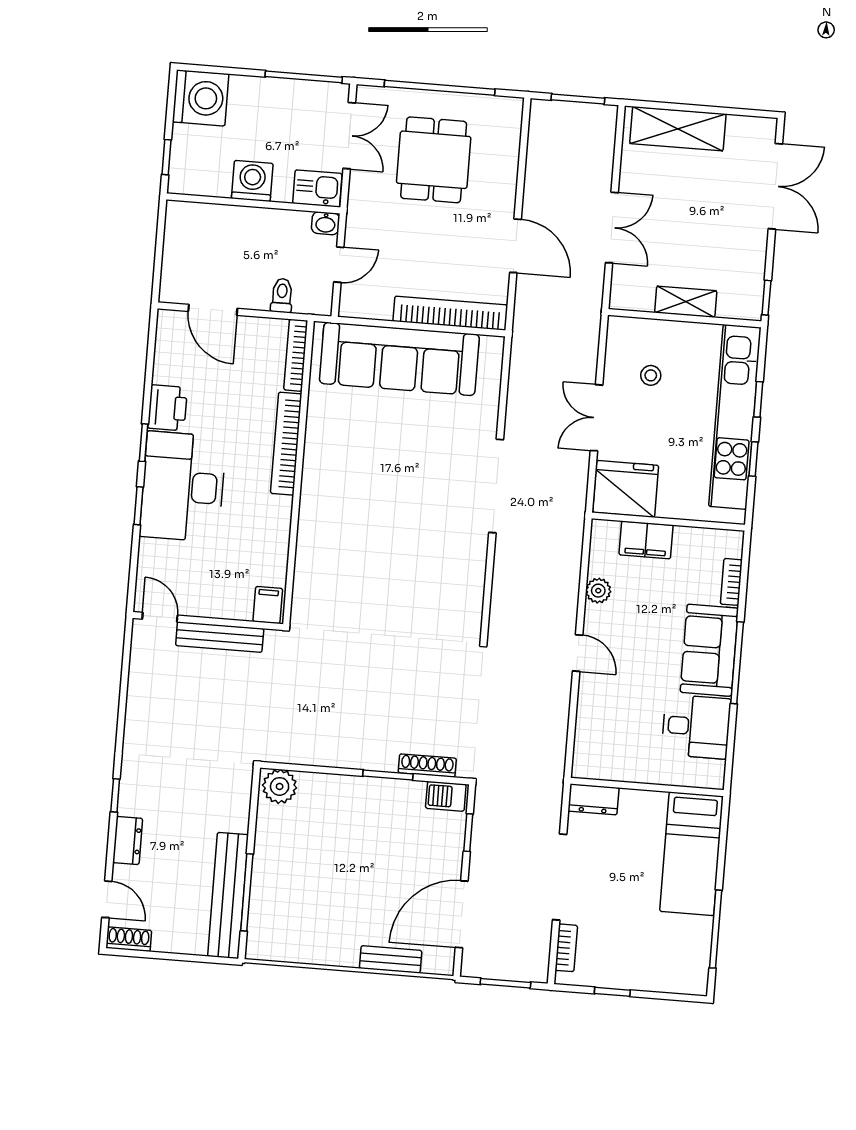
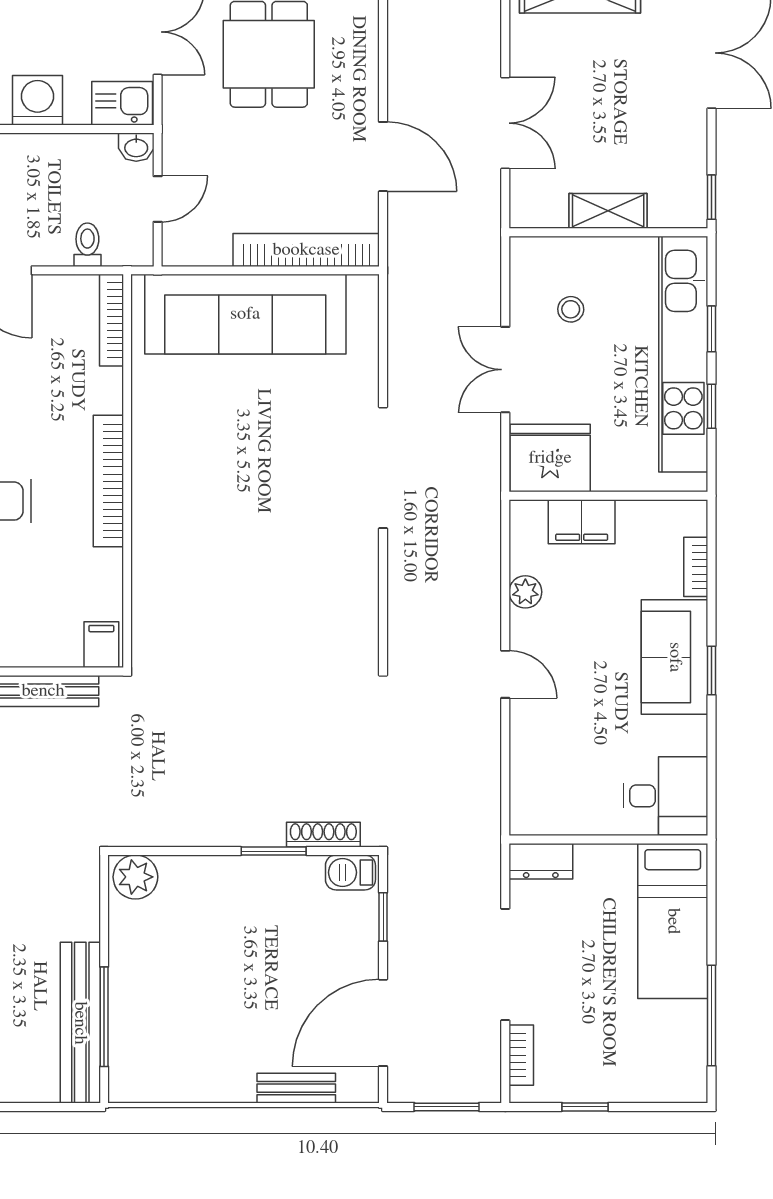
bookcase: (286, 444) -> (108, 481), moved
window: (737, 663) -> (712, 670), width x0.46
desk: (696, 727) -> (665, 796), moved

